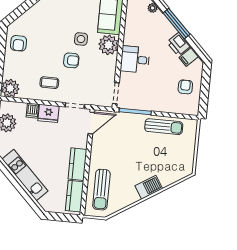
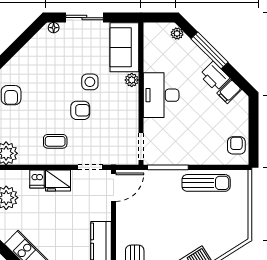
plant: (109, 45) -> (132, 80), width x0.53, depth x0.53
desk: (135, 60) -> (161, 95), width x1.37
armchair: (185, 87) -> (236, 145), moved

